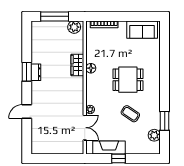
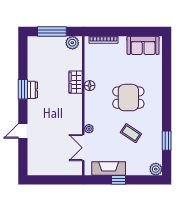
double door: (85, 128) -> (83, 148), swing flipped
plant: (154, 135) -> (156, 169), moved

